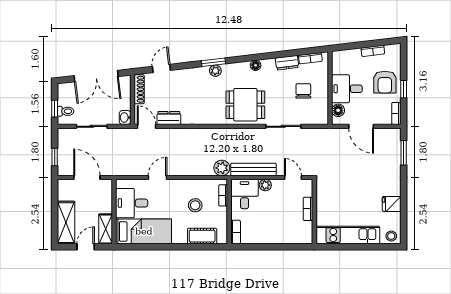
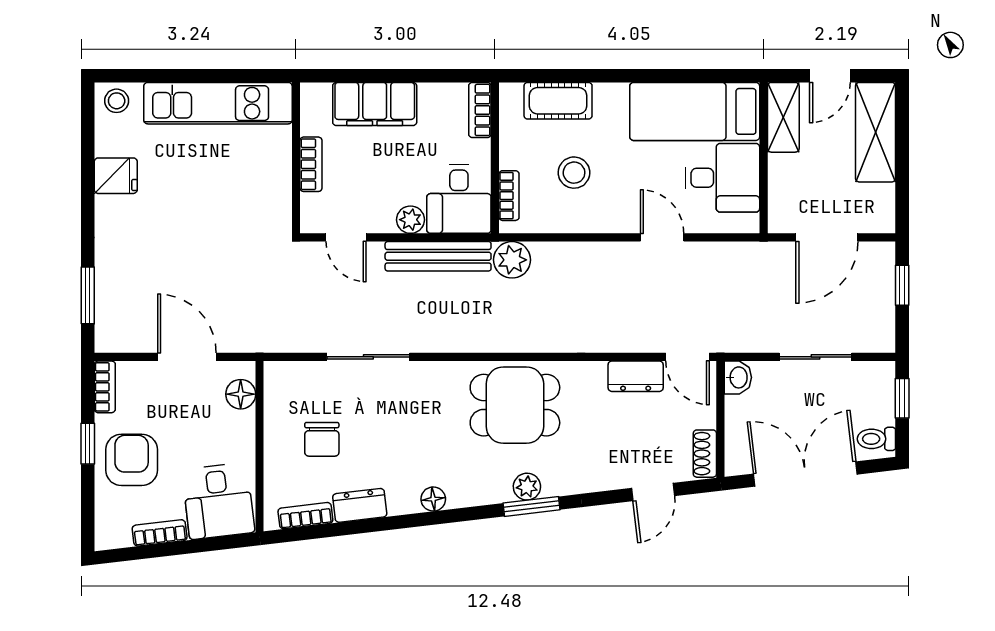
shoe rack: (139, 89) -> (705, 454), width x0.70
desk: (347, 89) -> (218, 501), moved, turned 83
dining table: (245, 105) -> (515, 405), moved
toilet: (66, 111) -> (876, 439), moved
door: (87, 177) -> (827, 237), hinge flipped
door: (157, 177) -> (662, 237), swing flipped
filing cabinet: (281, 235) -> (375, 104), added

